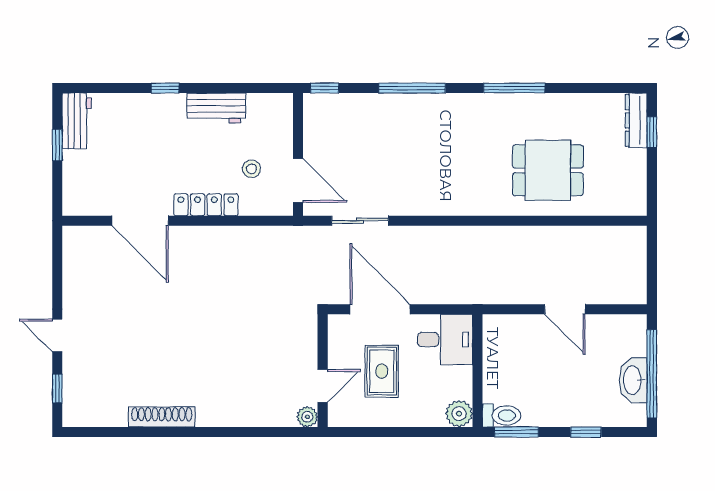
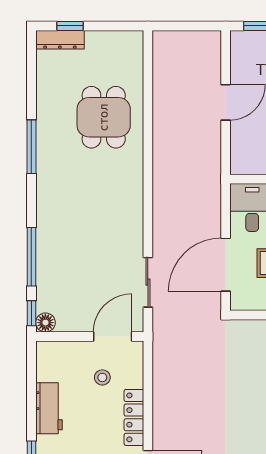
window: (412, 88) -> (31, 257), moved
floor lamp: (314, 104) -> (45, 323), added

